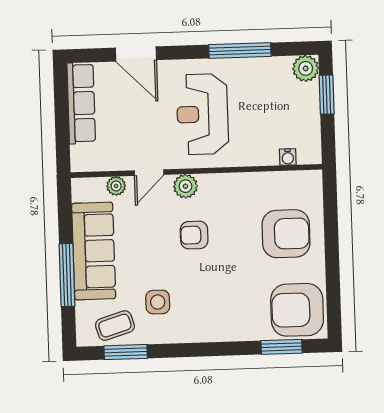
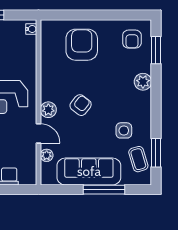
water cooler: (288, 157) -> (31, 29), moved
armchair: (194, 235) -> (81, 105), turned -142
armchair: (297, 310) -> (132, 39), width x0.53, depth x0.53
plant: (233, 329) -> (143, 82), added

